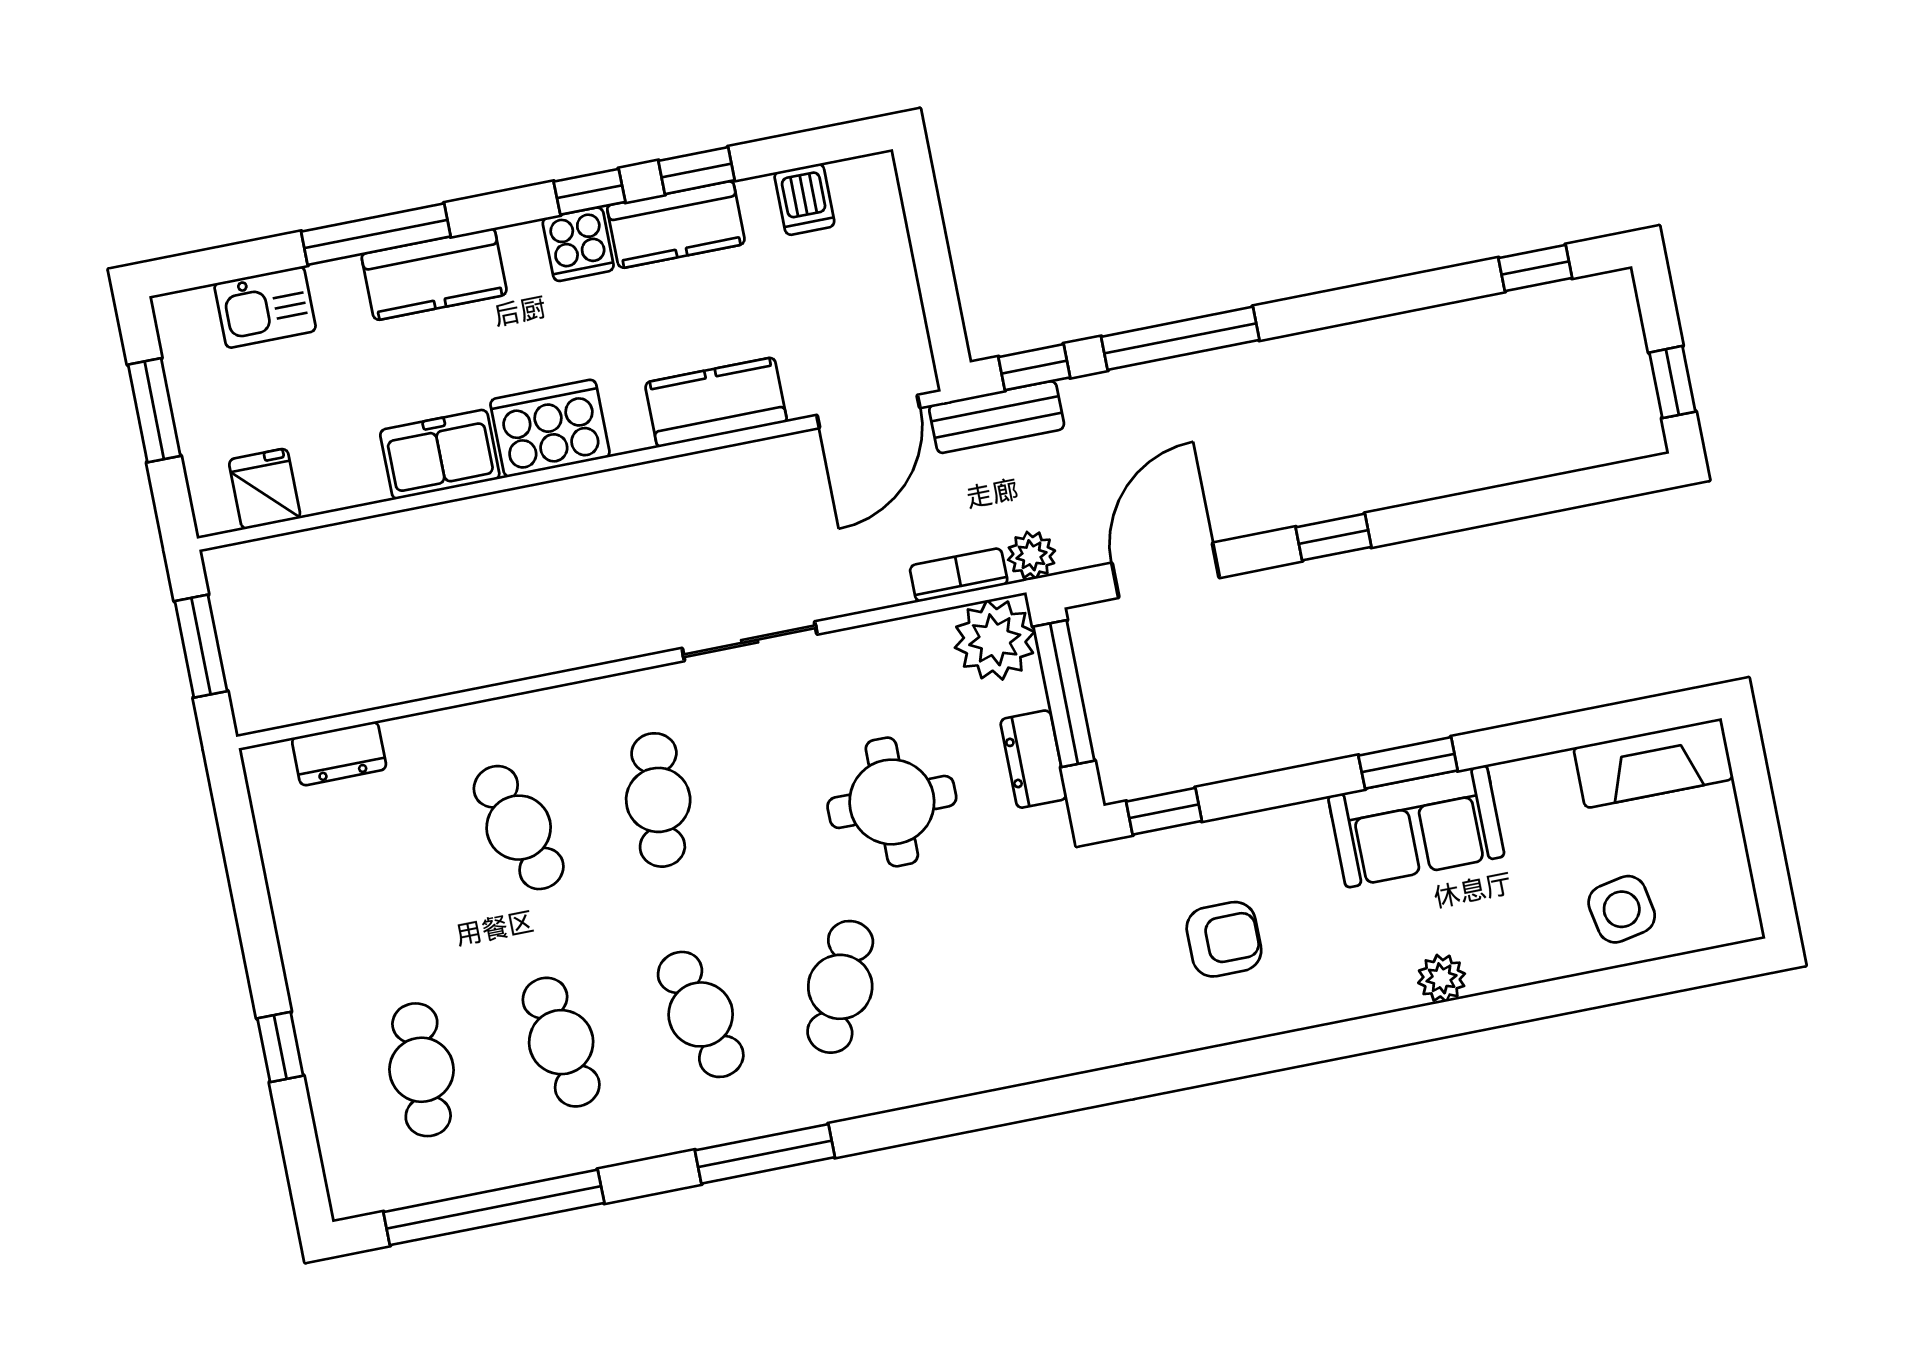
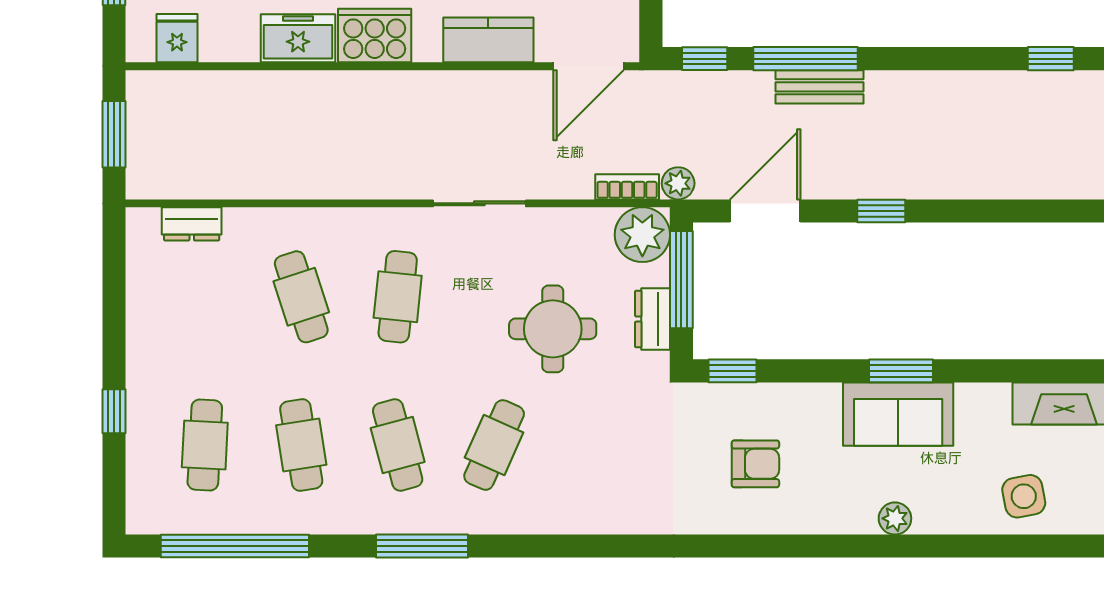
bench: (997, 417) -> (820, 87), moved

